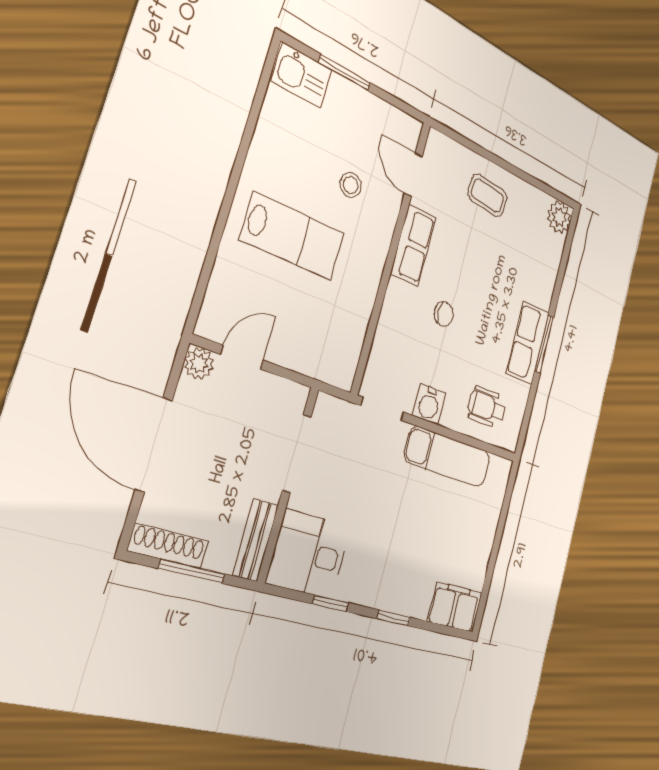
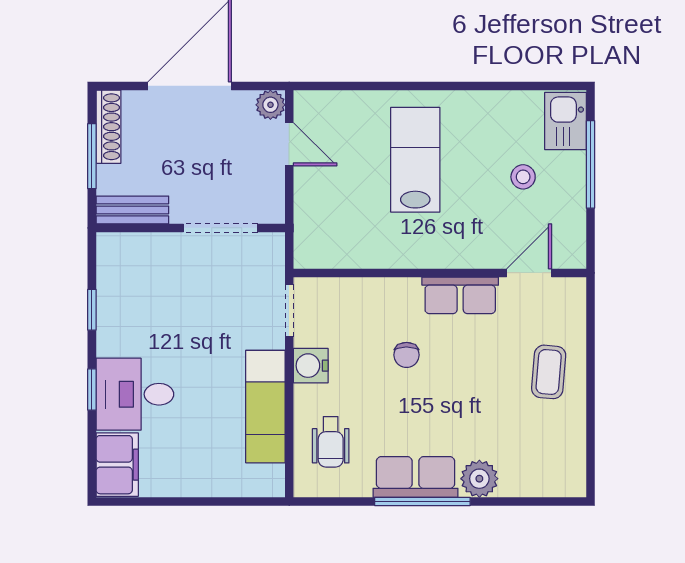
window: (345, 73) -> (590, 164), width x1.44
stool: (351, 185) -> (523, 177), moved
plant: (559, 217) -> (479, 479), moved
lab bench: (293, 236) -> (415, 160), turned 180
window: (544, 344) -> (422, 501), width x1.44
wheelchair: (487, 407) -> (331, 442), turned 180
desk: (309, 554) -> (135, 394), moved, turned -90

